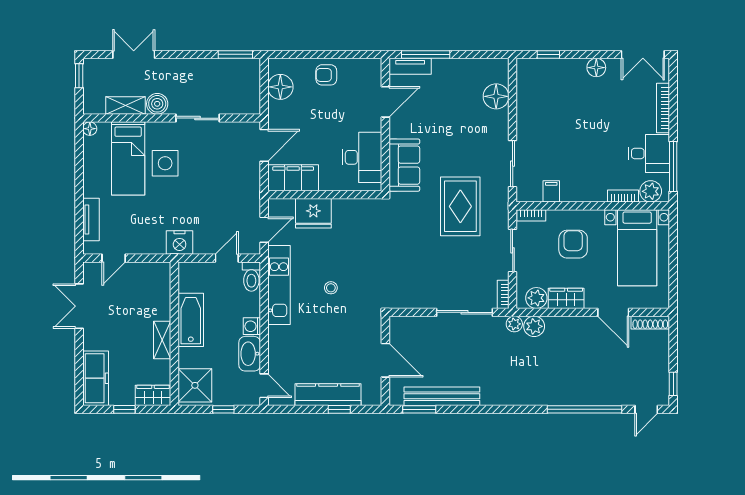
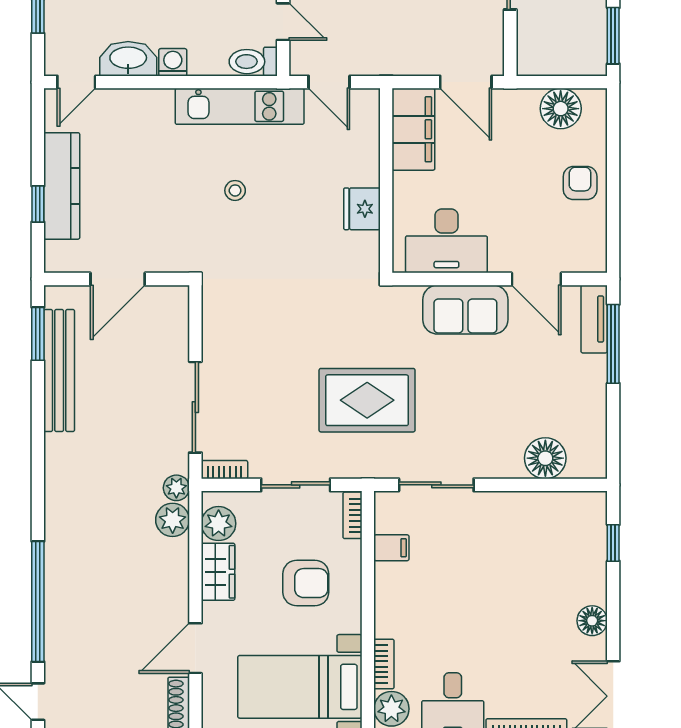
sofa: (404, 165) -> (465, 310), moved
fridge: (313, 213) -> (362, 209), moved, width x0.73, depth x0.75

